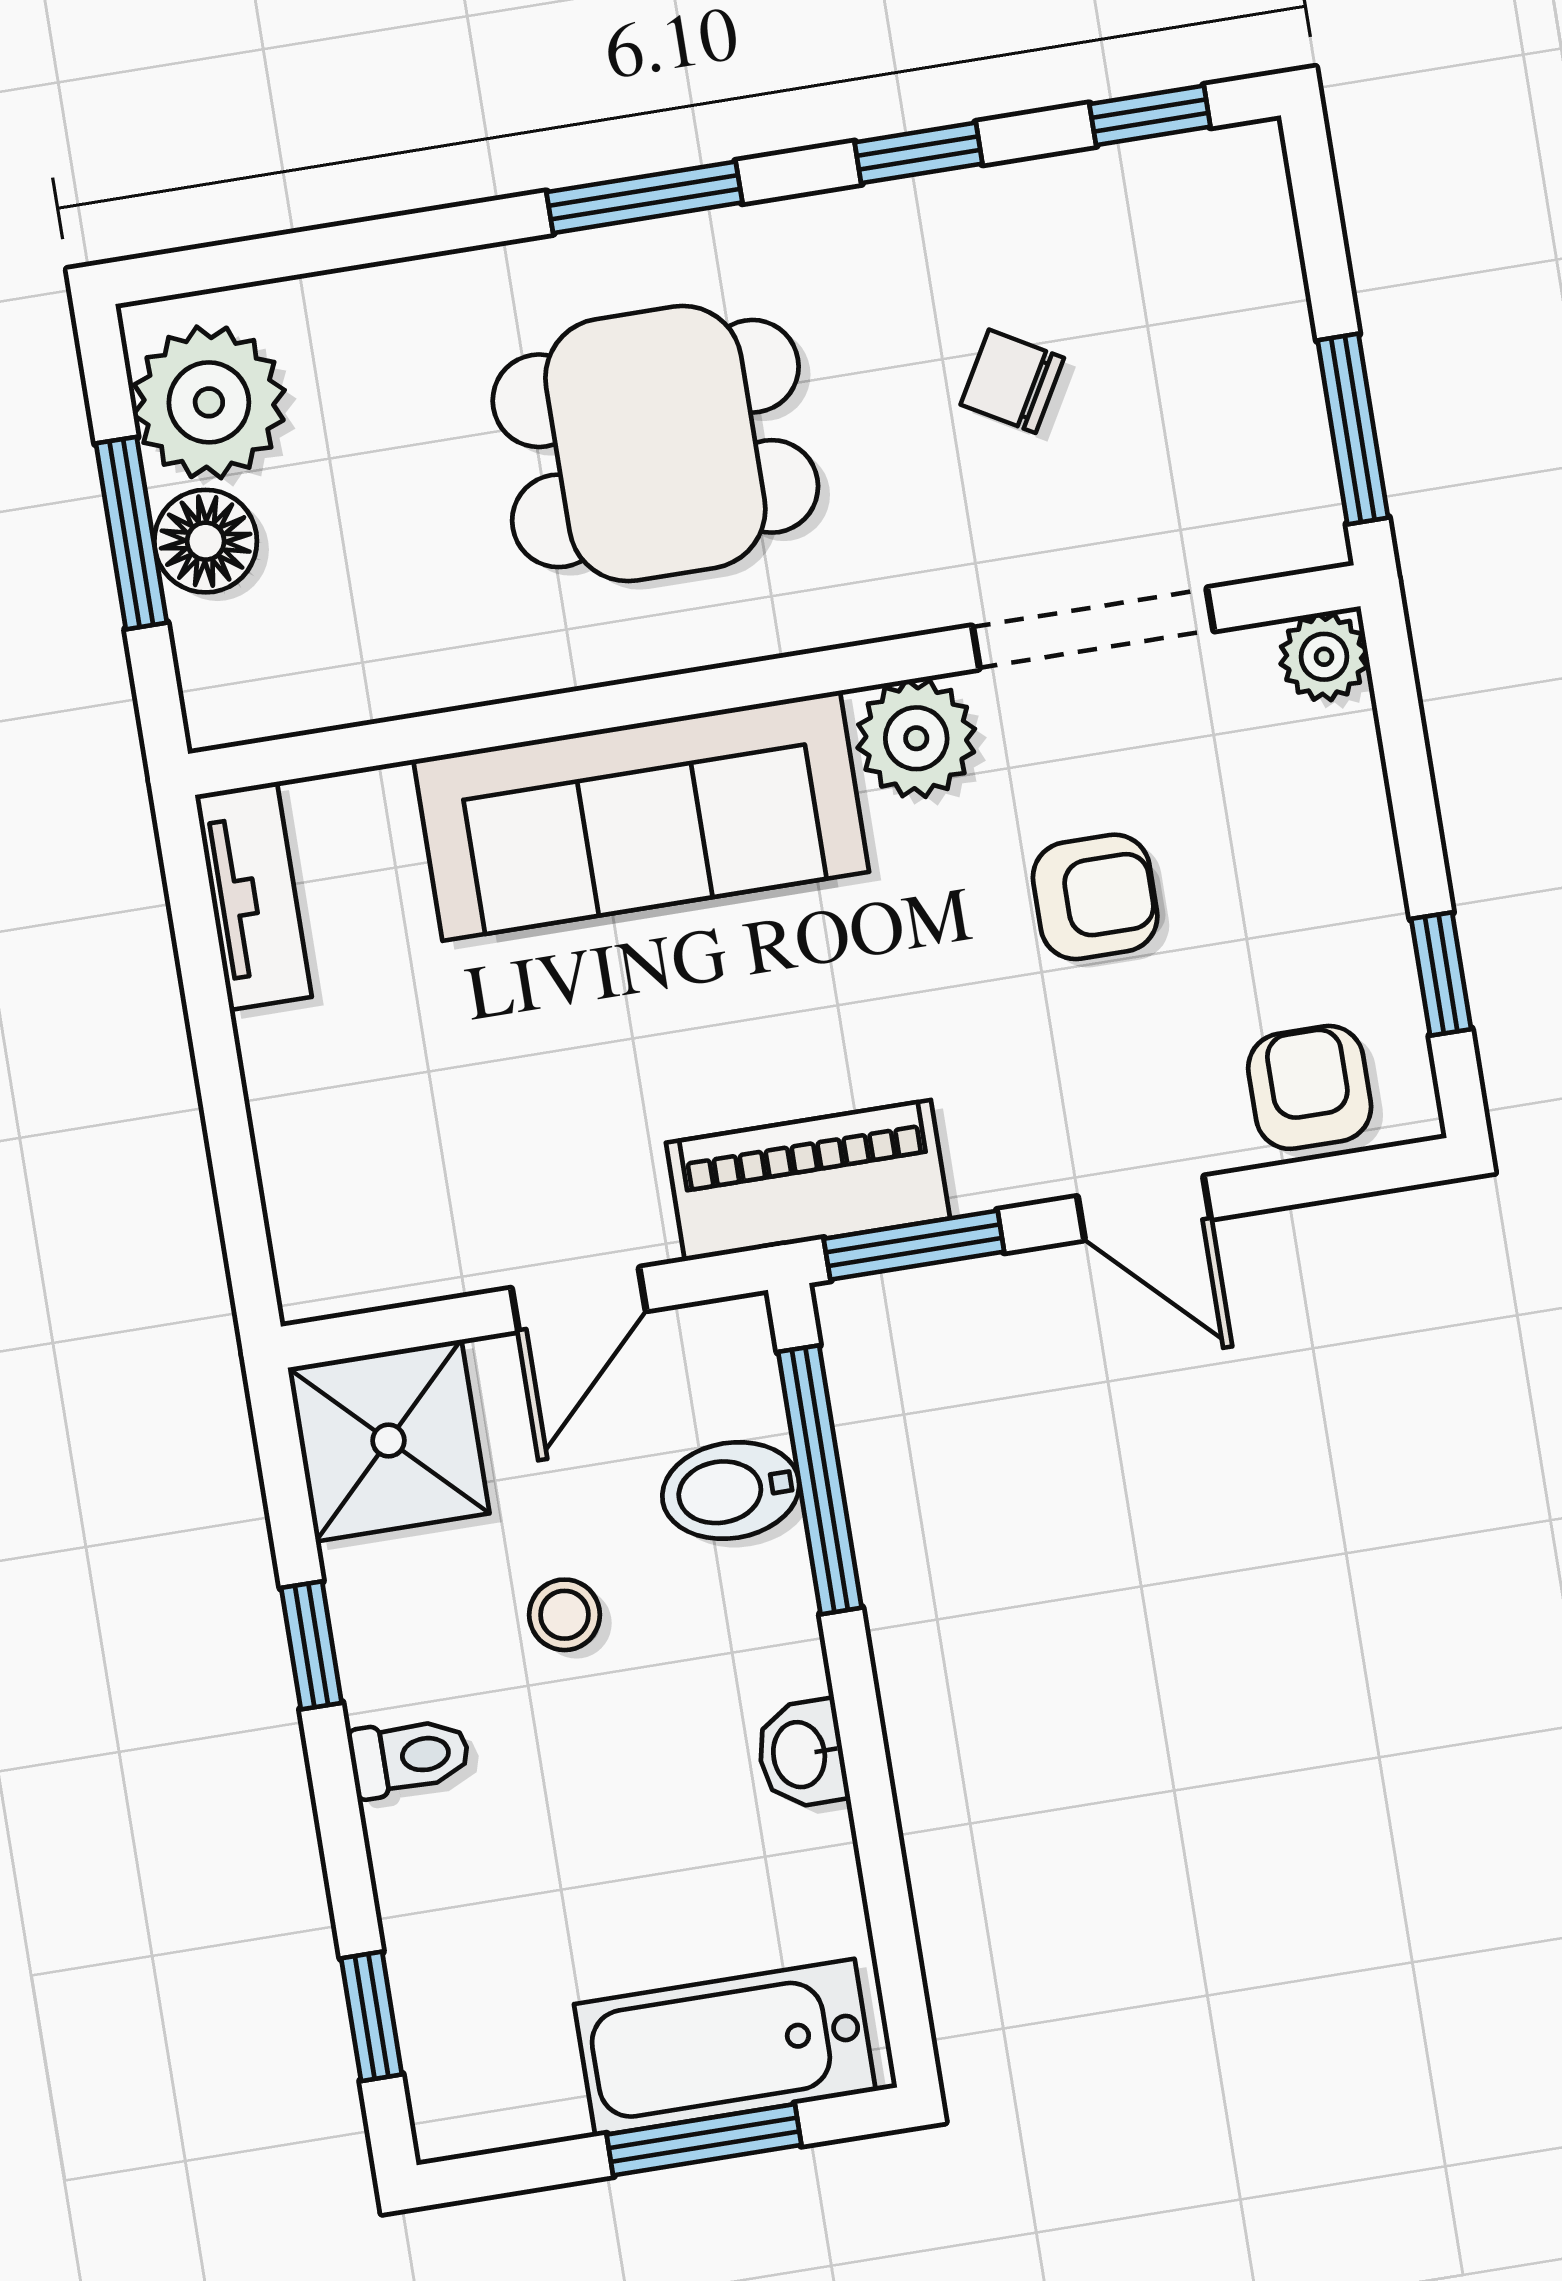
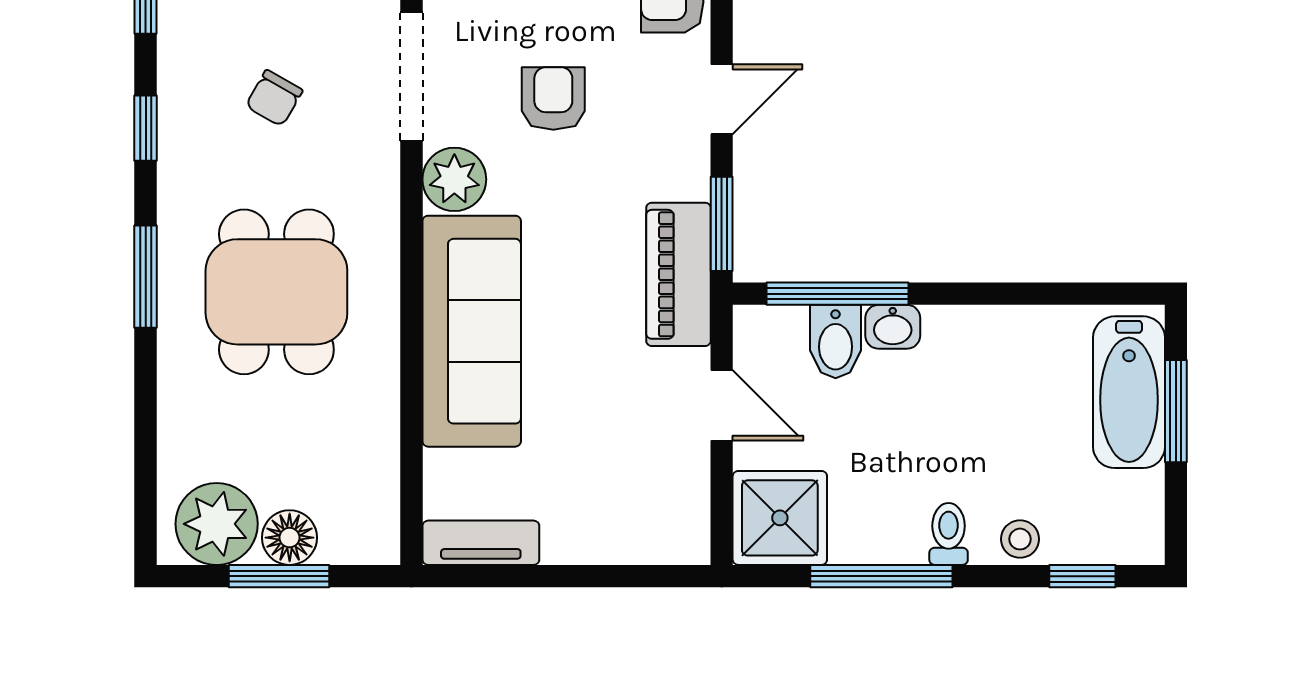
stool: (565, 1615) -> (1020, 539), moved
window: (311, 1645) -> (881, 576), width x2.17
washbasin: (802, 1754) -> (893, 327), moved

